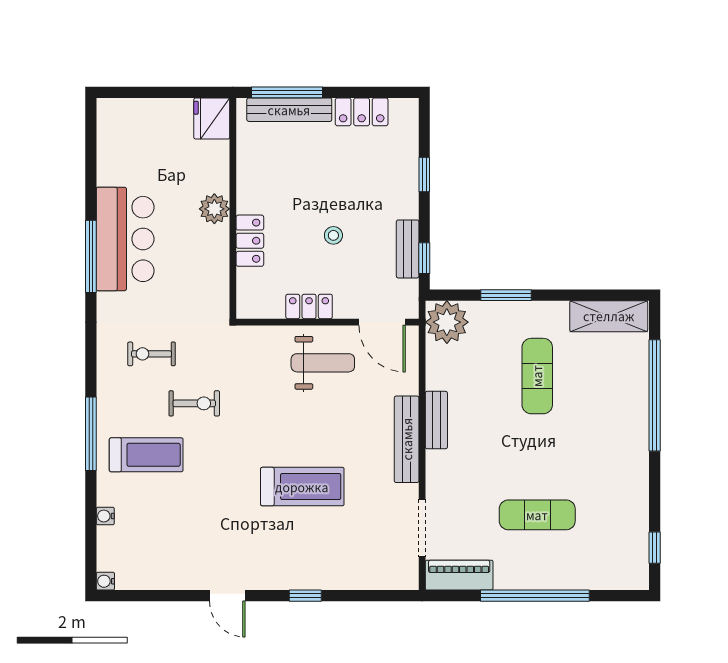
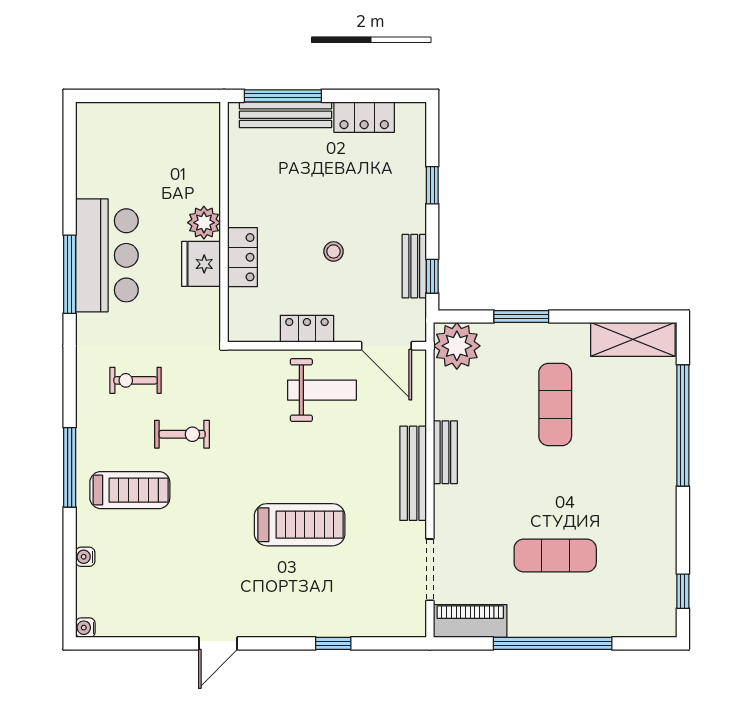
fridge: (212, 118) -> (201, 264), moved
door: (227, 596) -> (218, 643), hinge flipped
window: (305, 596) -> (333, 643), moved

